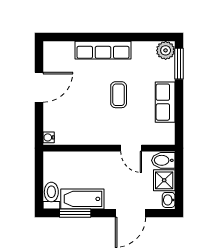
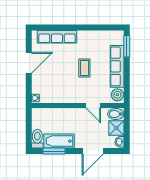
row of seats: (103, 50) -> (57, 37), moved
plant: (166, 50) -> (117, 95), moved
row of seats: (165, 102) -> (117, 66), width x1.48

